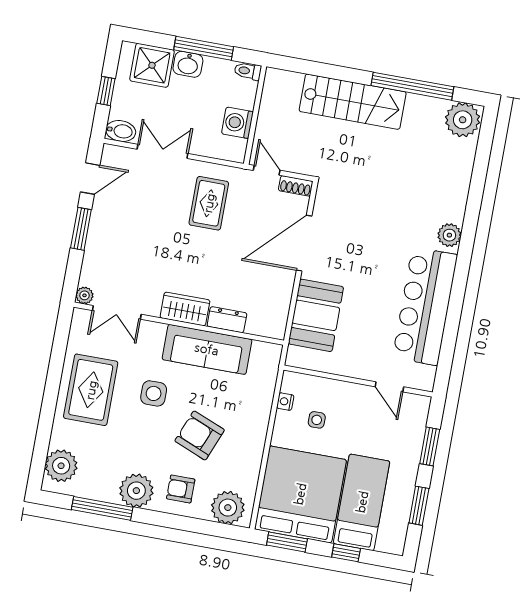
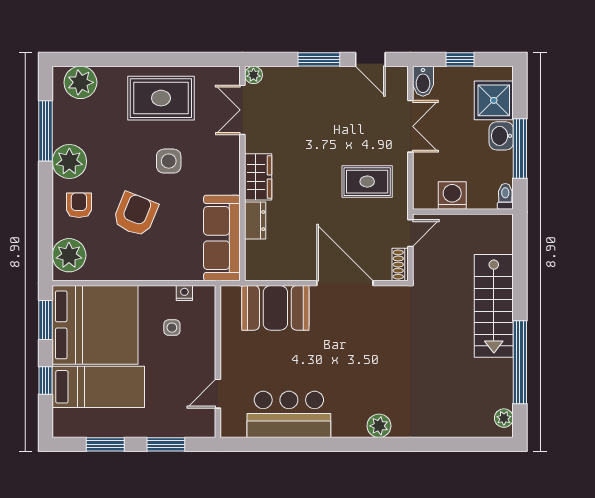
plant: (463, 120) -> (504, 418), width x0.53, depth x0.53
bar counter: (425, 306) -> (289, 414), width x0.73
sofa: (207, 349) -> (222, 238), moved

